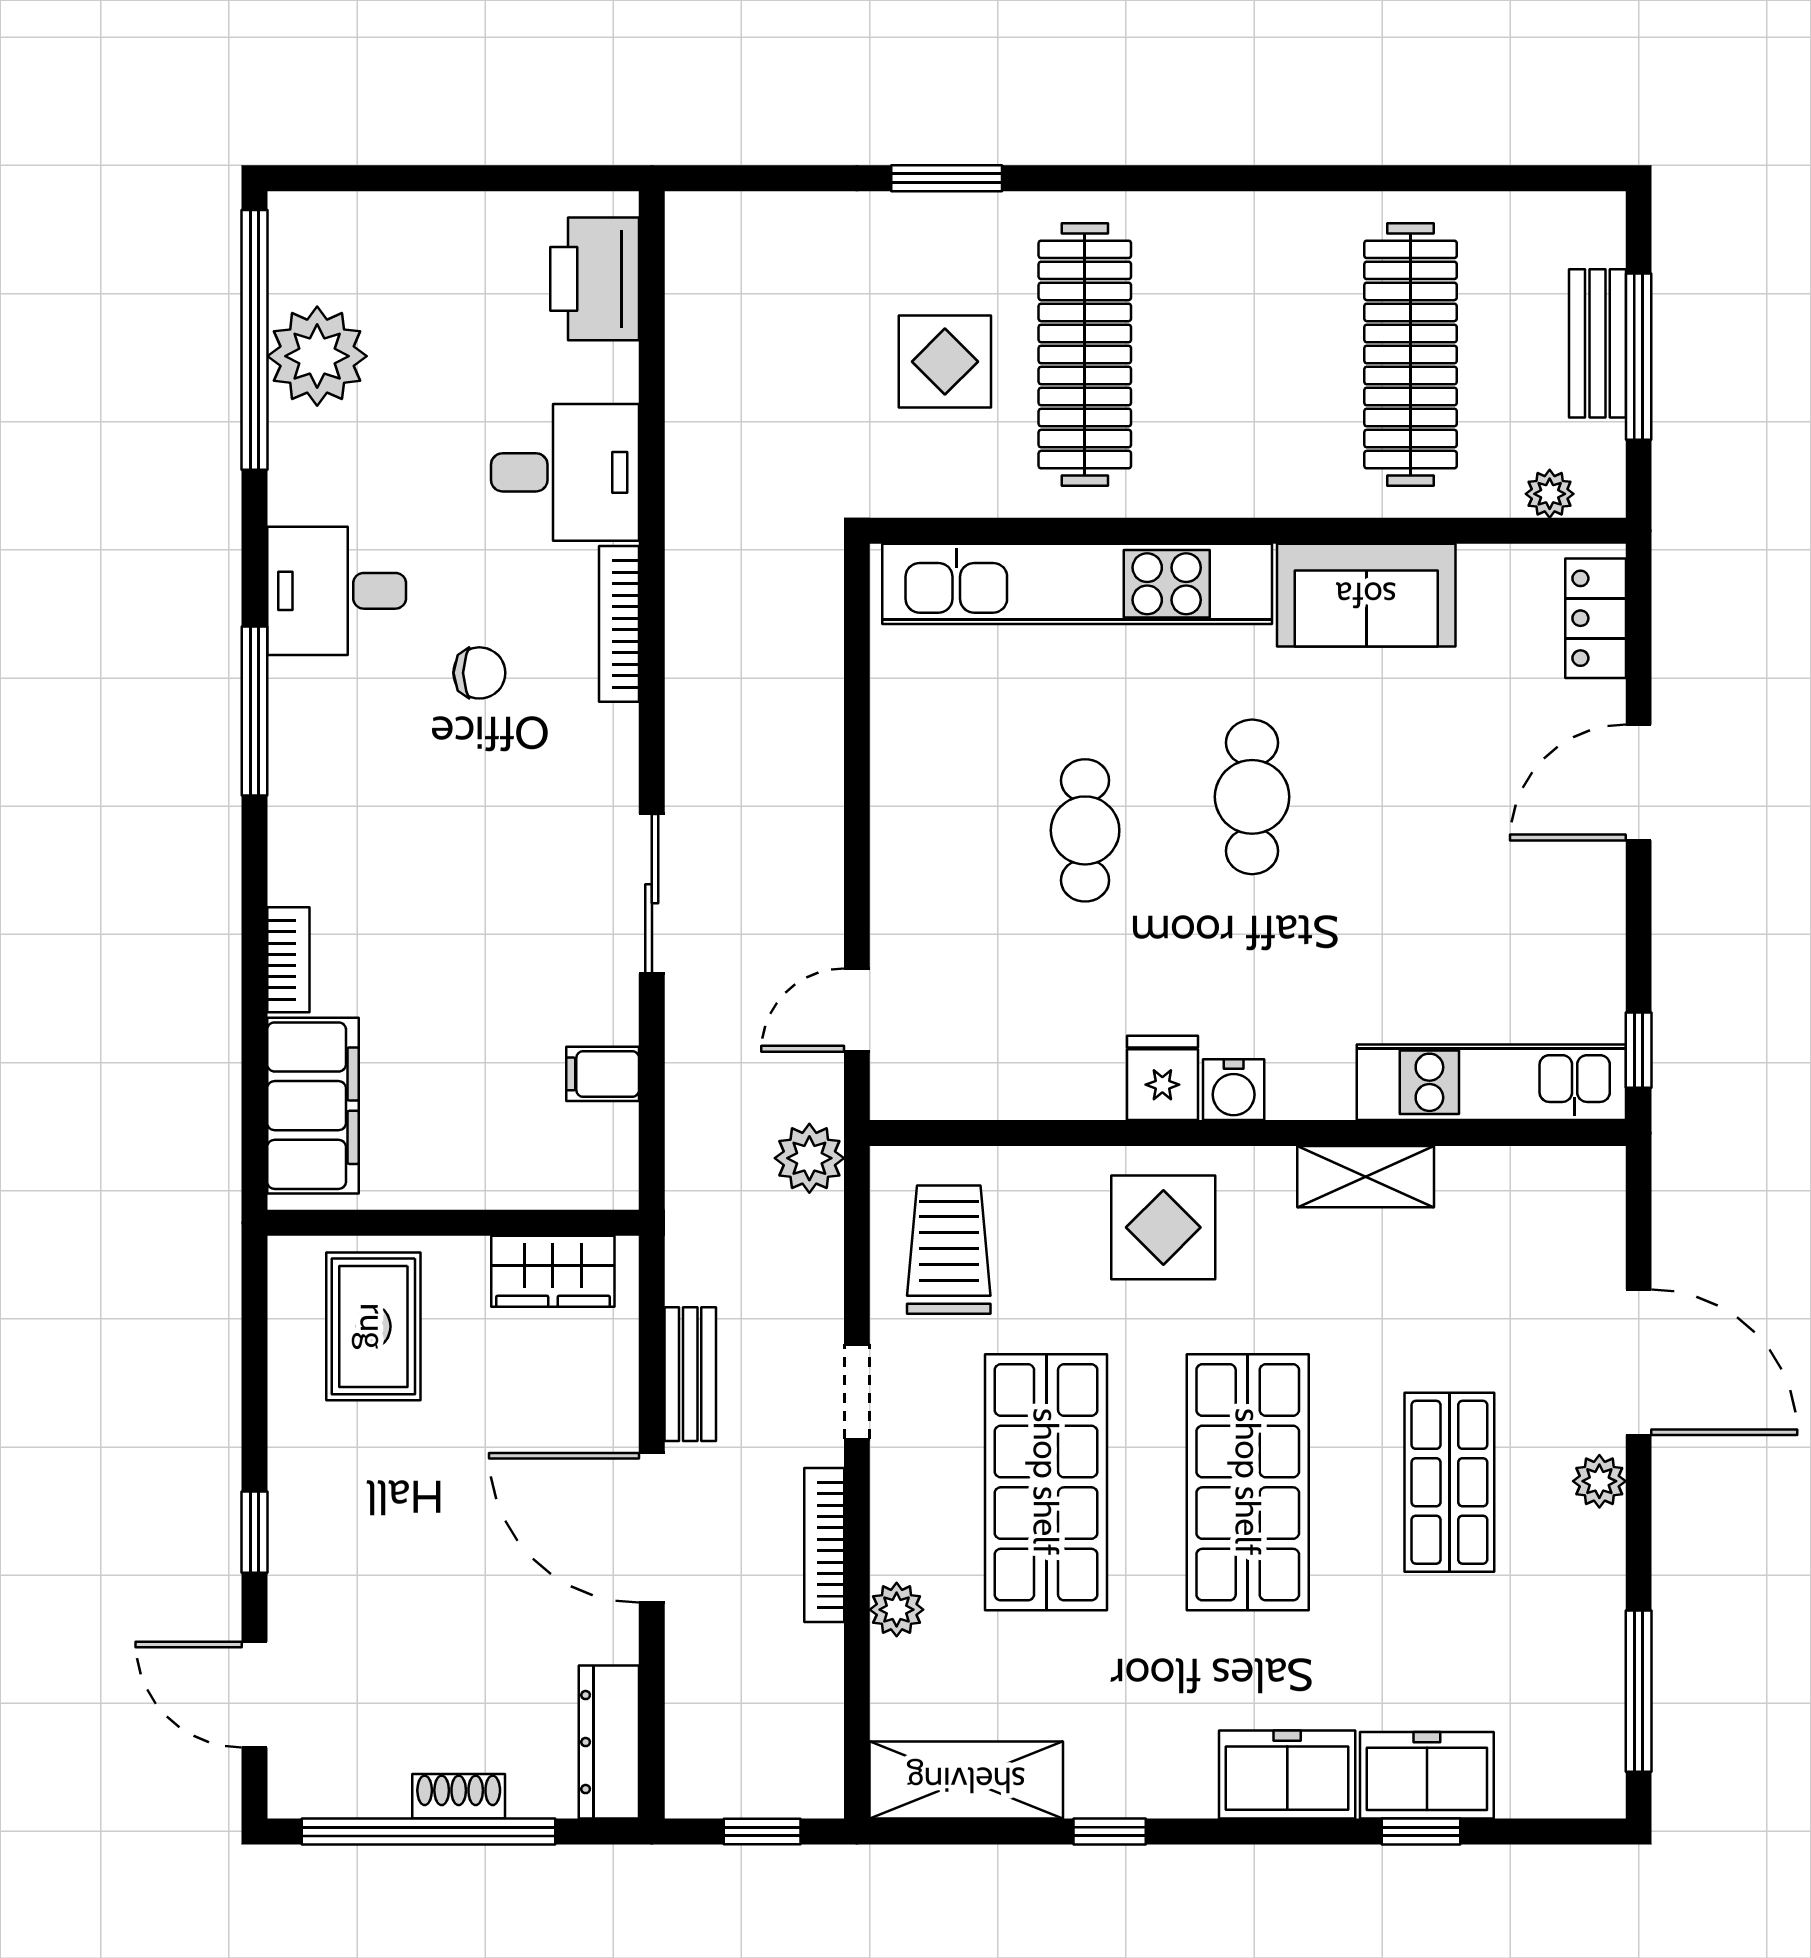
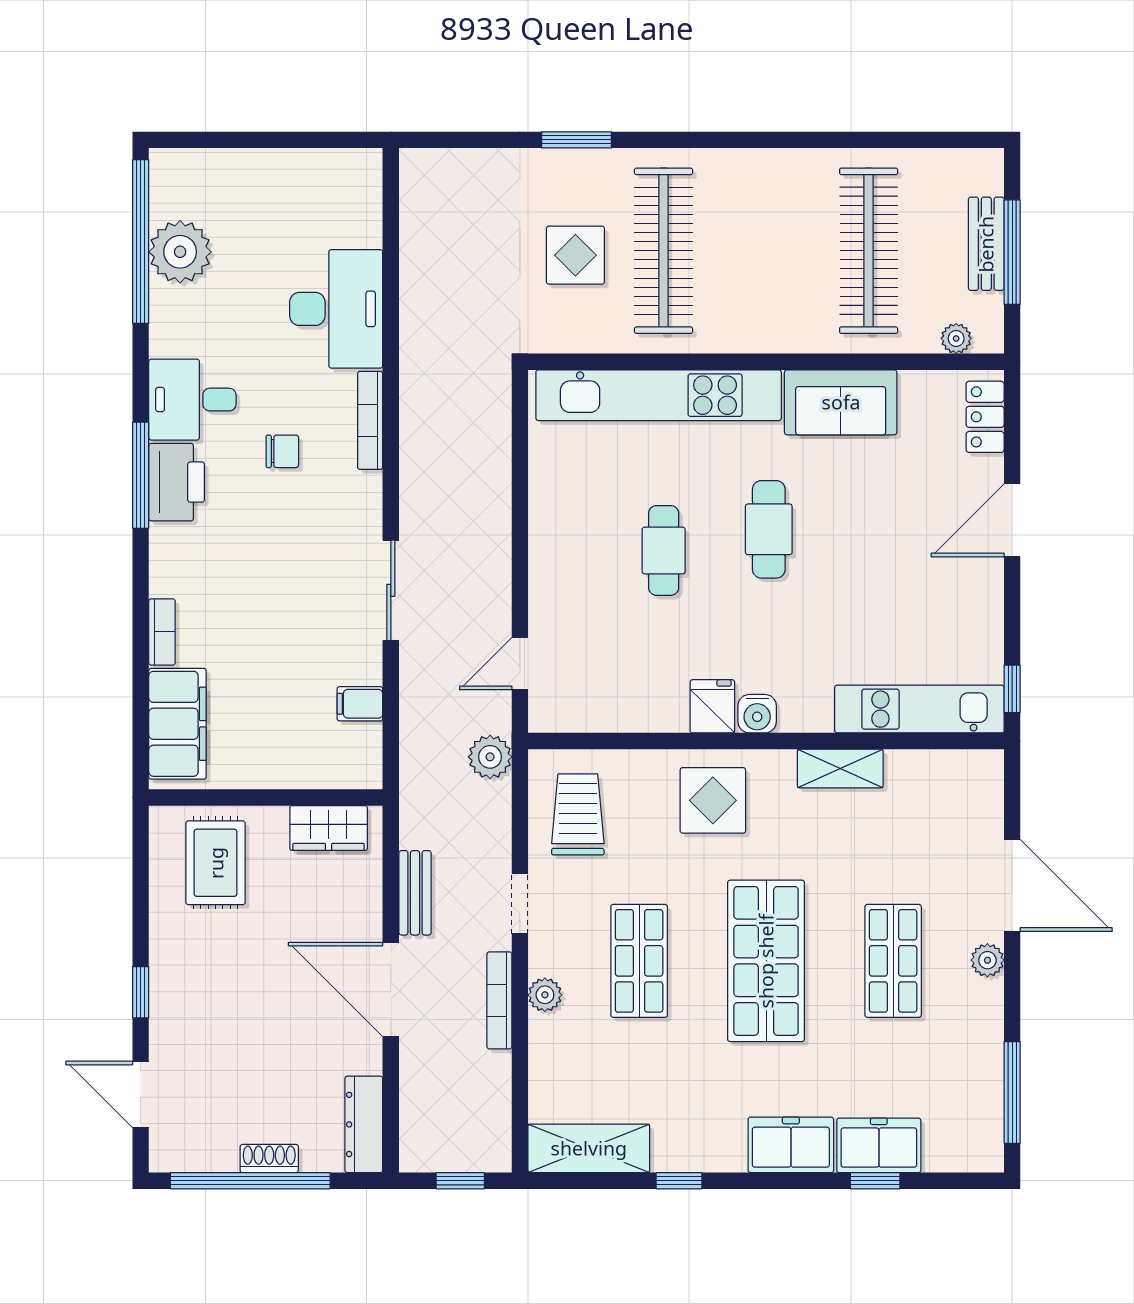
printer: (595, 279) -> (177, 482), moved, turned 180
desk: (565, 472) -> (336, 309), width x1.37
shop shelf: (1046, 1482) -> (639, 961), width x0.70, depth x0.74
plant: (897, 1610) -> (545, 995), moved

